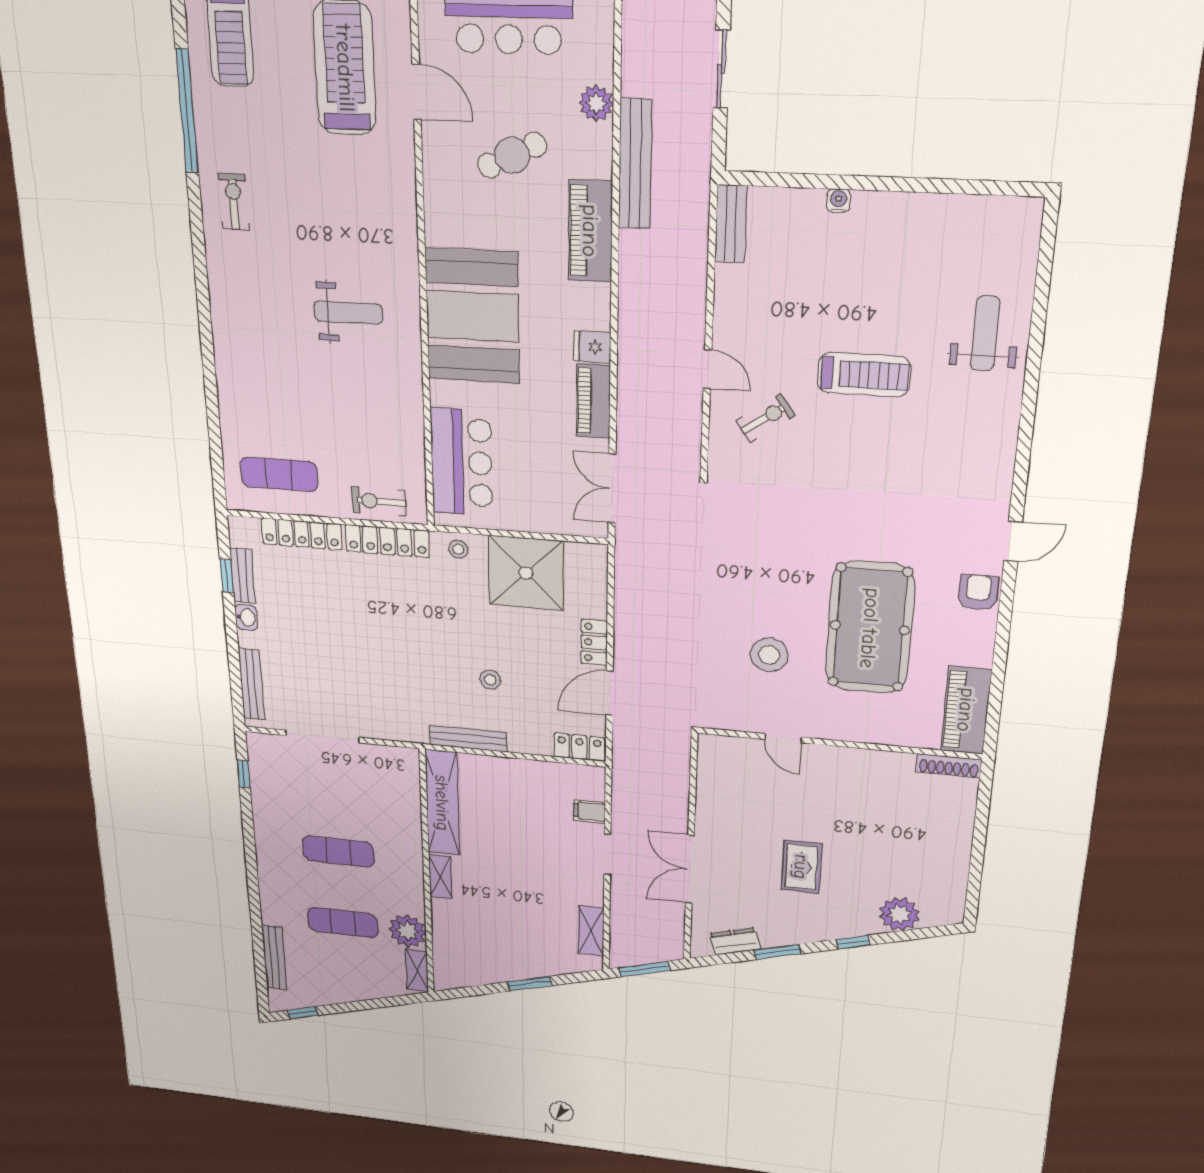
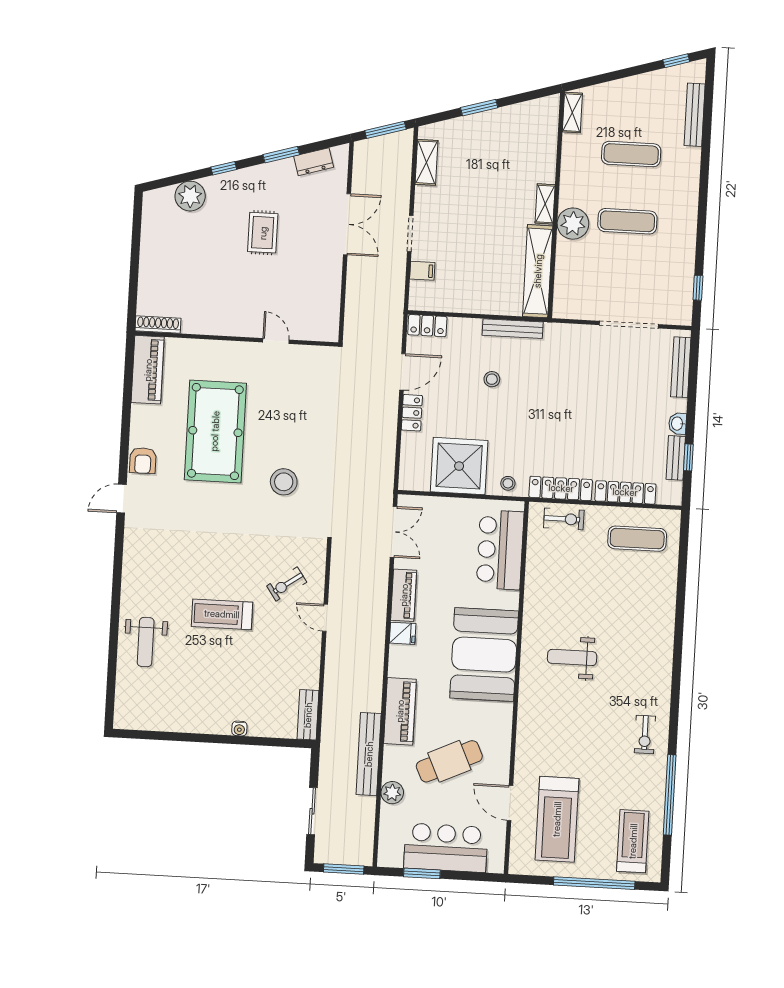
cafe table: (512, 155) -> (449, 761), width x1.37, depth x1.35
stool: (769, 655) -> (284, 482), moved
plant: (407, 931) -> (573, 224), moved

